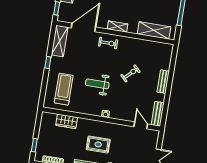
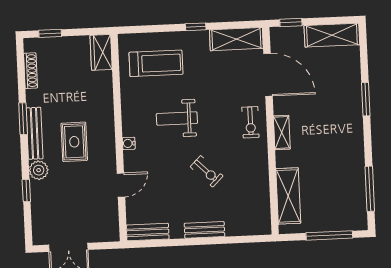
weight bench: (97, 84) -> (177, 119), turned -90
wardrobe: (67, 121) -> (101, 52), moved
door: (141, 125) -> (121, 185), moved

